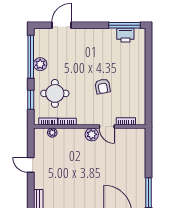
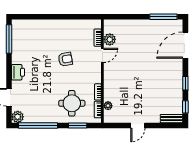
printer: (125, 35) -> (18, 72), moved
plant: (40, 64) -> (18, 117), moved
plant: (92, 134) -> (110, 39), moved

